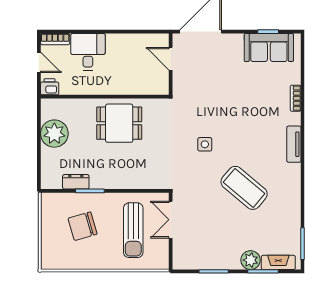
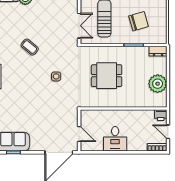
desk: (88, 52) -> (115, 139), moved
dining table: (119, 123) -> (107, 76), moved
dresser: (76, 182) -> (158, 51), moved
coffee table: (244, 188) -> (30, 47), width x0.54, depth x0.58

